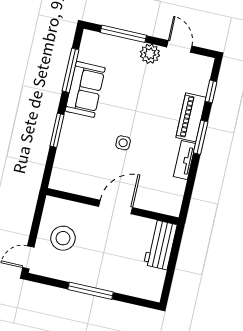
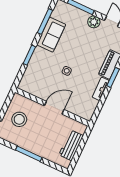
workbench: (160, 245) -> (71, 145), moved

